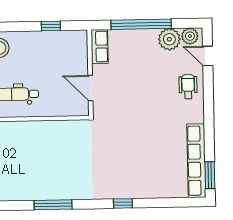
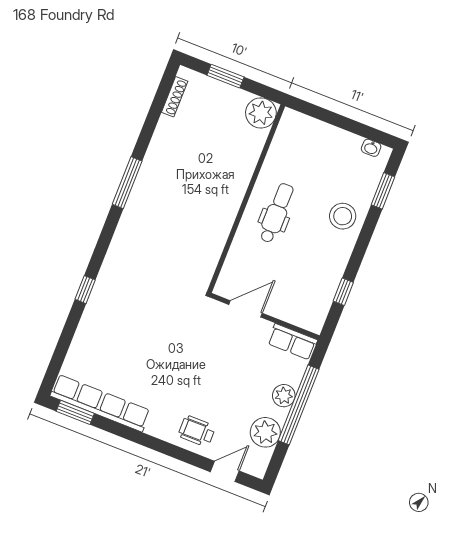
plant: (190, 36) -> (284, 396), moved
wheelchair: (188, 87) -> (197, 431), turned 180
window: (53, 205) -> (127, 183), moved

